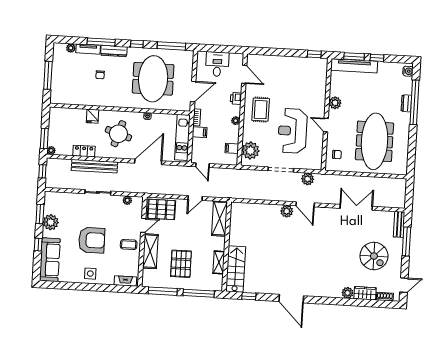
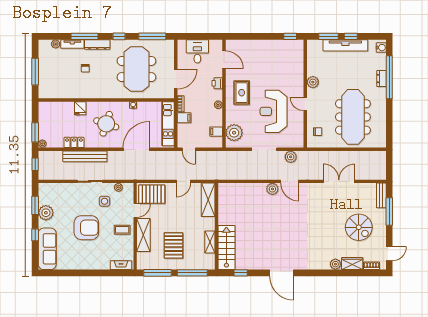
tv unit: (354, 66) -> (345, 45), moved
side table: (90, 274) -> (104, 201), moved

